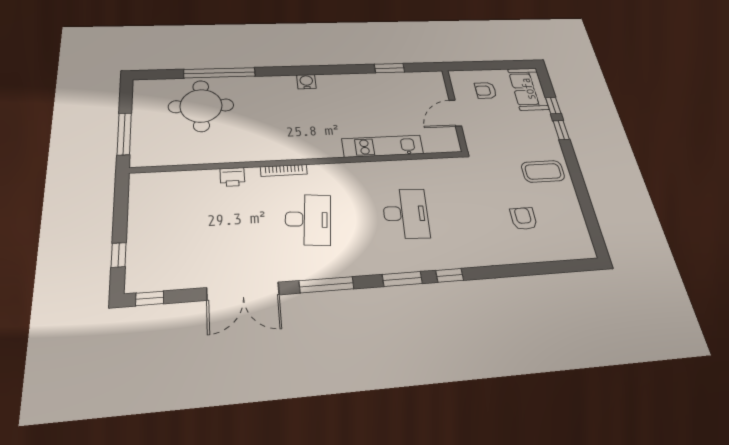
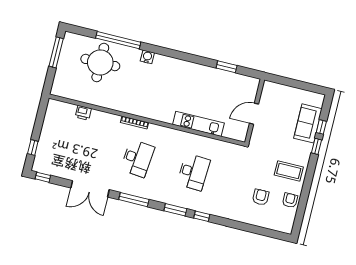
water cooler: (306, 82) -> (147, 57), moved
sofa: (528, 89) -> (308, 123), moved
armchair: (486, 91) -> (290, 200), moved, turned 90
window: (124, 134) -> (56, 52), moved
printer: (232, 177) -> (83, 113), moved

